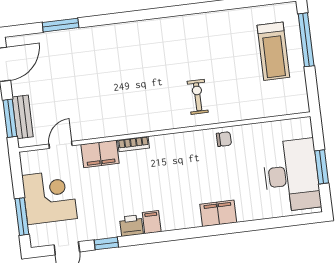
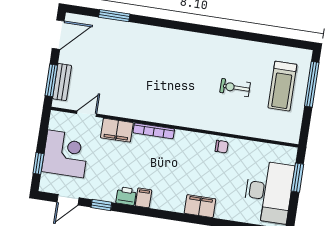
exercise bike: (198, 97) -> (235, 88), moved, turned -90
bookcase: (134, 144) -> (154, 131), width x1.56
window: (322, 167) -> (297, 178), moved
window: (22, 217) -> (38, 164), width x0.67

